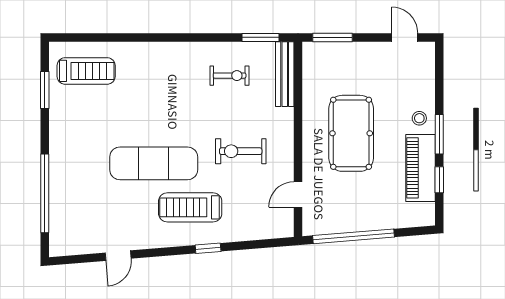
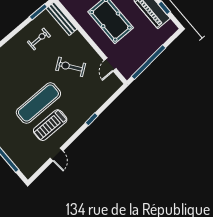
exercise bike: (241, 151) -> (71, 67), turned 54
treadmill: (190, 207) -> (50, 125), moved

